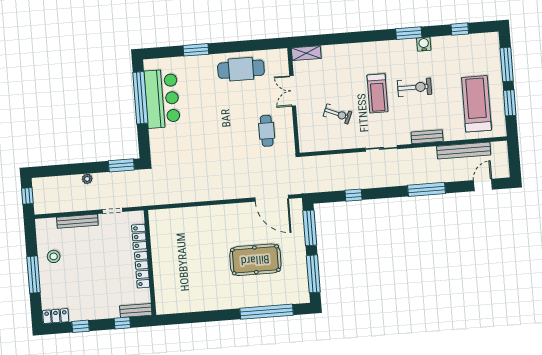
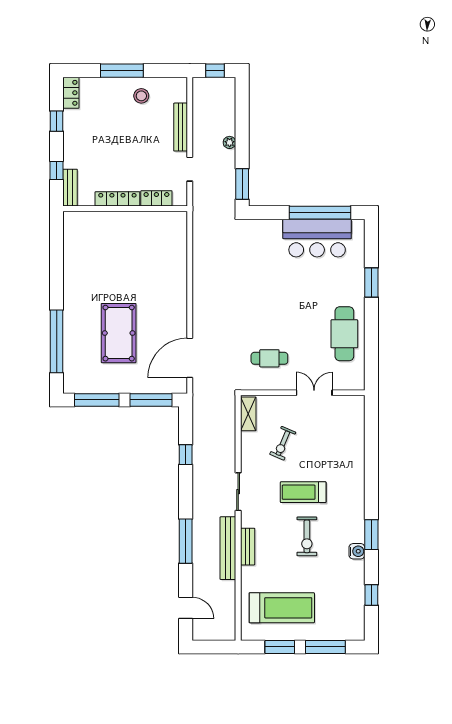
shelving: (306, 53) -> (248, 414), moved
bench: (464, 151) -> (228, 548), moved

